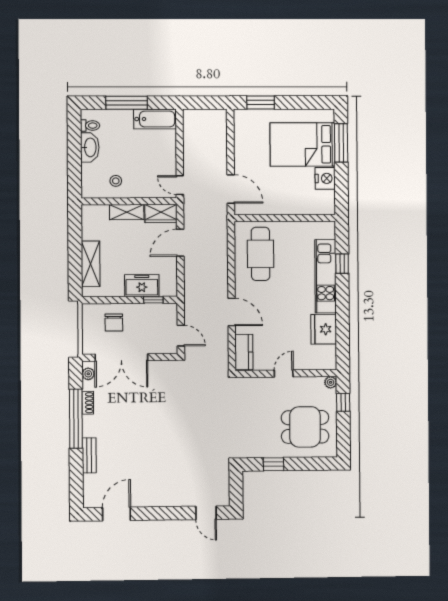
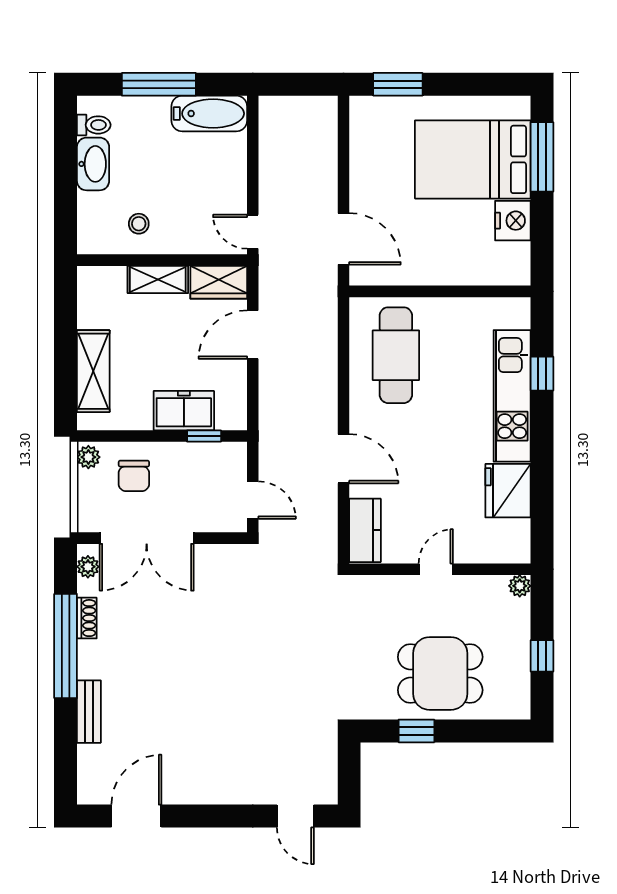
plant: (88, 312) -> (88, 457), added
window: (343, 402) -> (542, 656), moved
dining table: (305, 427) -> (440, 673), moved

